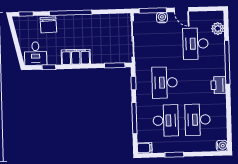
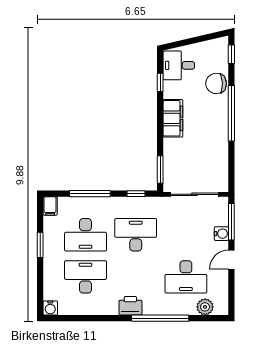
desk: (195, 44) -> (186, 277), turned 180

